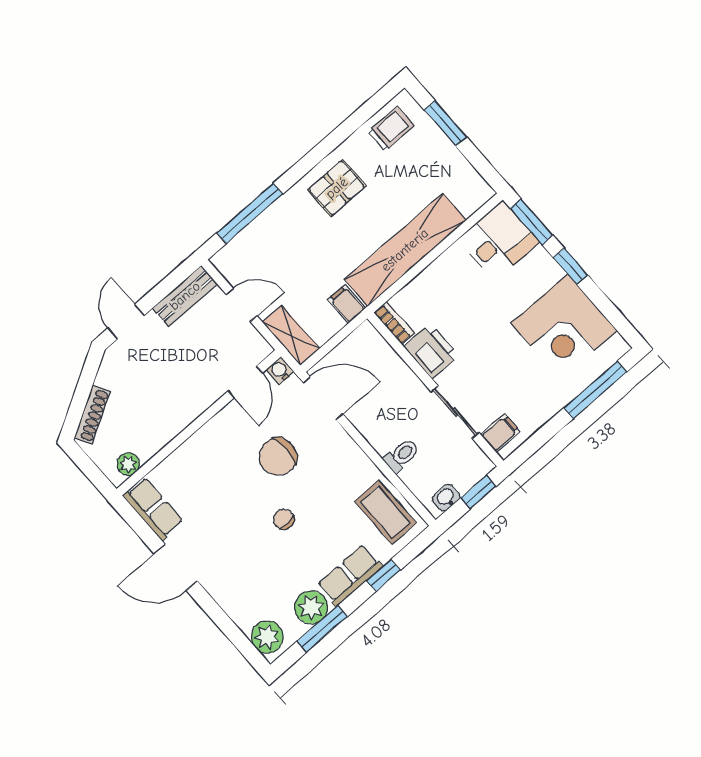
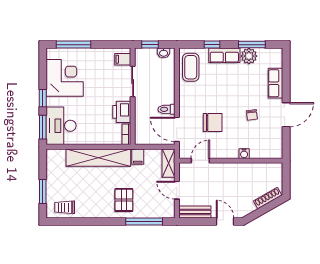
pallet: (337, 188) -> (124, 200), moved, turned 90
desk: (499, 241) -> (61, 126), width x1.37
door: (126, 322) -> (225, 221), swing flipped
water cooler: (280, 371) -> (244, 154), moved
toilet: (402, 455) -> (166, 109), moved
plant: (128, 464) -> (270, 168), removed
row of seats: (153, 509) -> (276, 83), moved
chair: (284, 519) -> (252, 115), moved
door: (176, 567) -> (286, 115), hinge flipped
plant: (267, 637) -> (275, 59), removed

